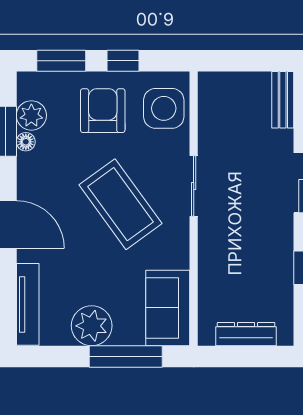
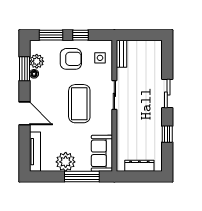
bench: (283, 100) -> (121, 54), moved
side table: (164, 108) -> (100, 58), width x0.54, depth x0.54
armchair: (103, 111) -> (71, 59), turned 90
coffee table: (120, 204) -> (79, 104), turned 36

